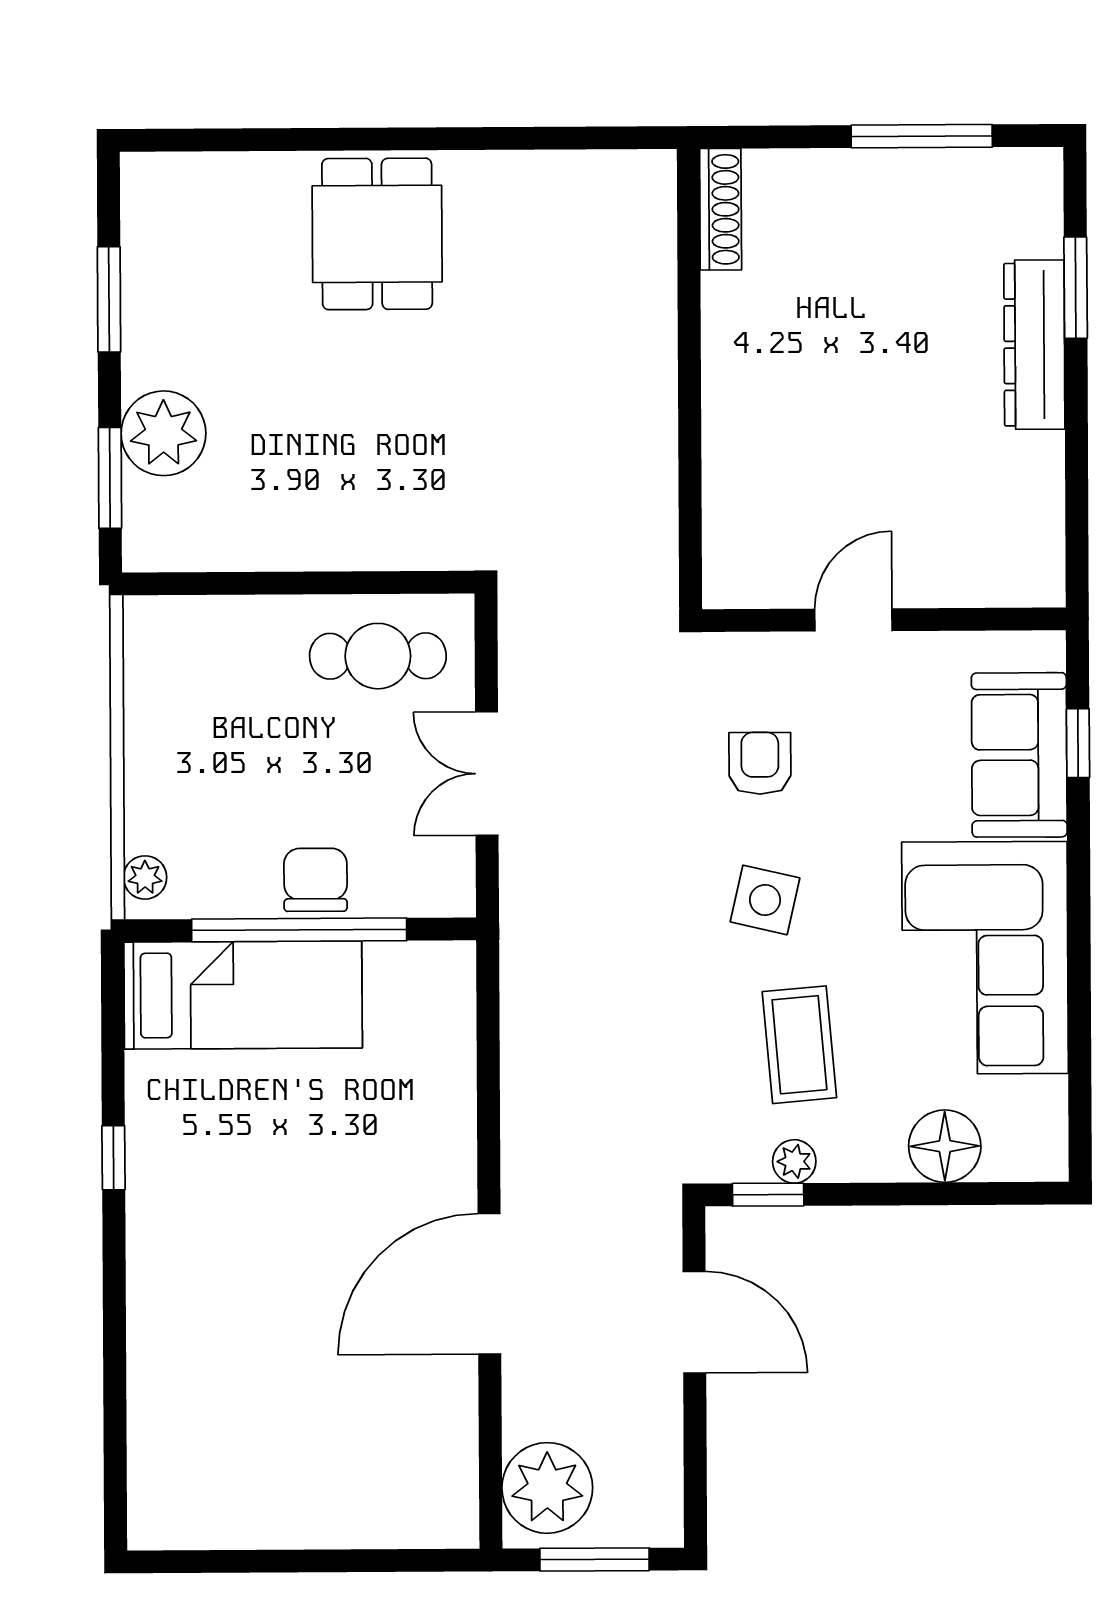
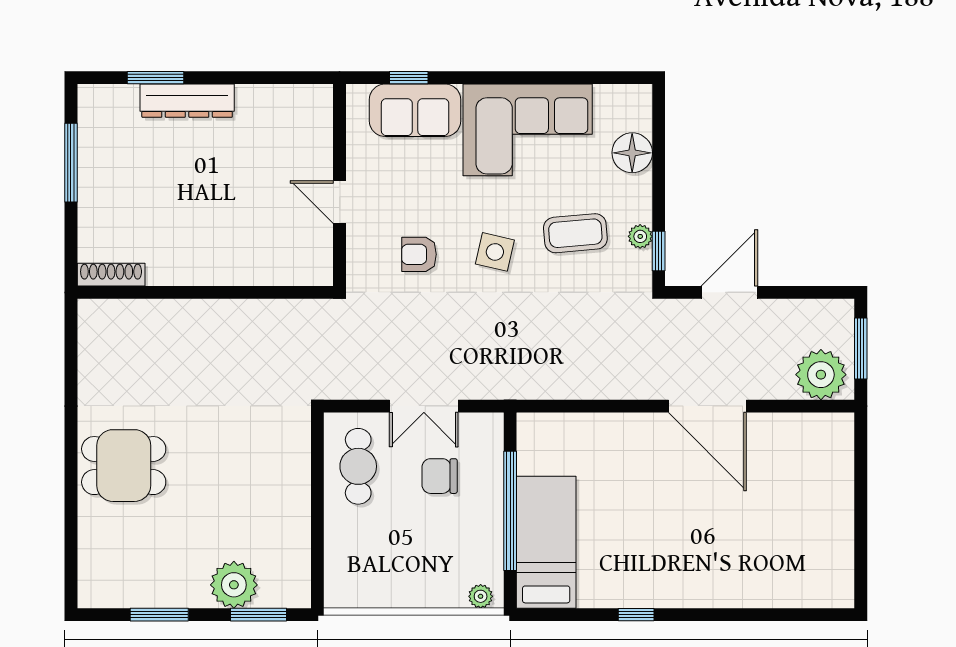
chair: (316, 880) -> (440, 476), moved

